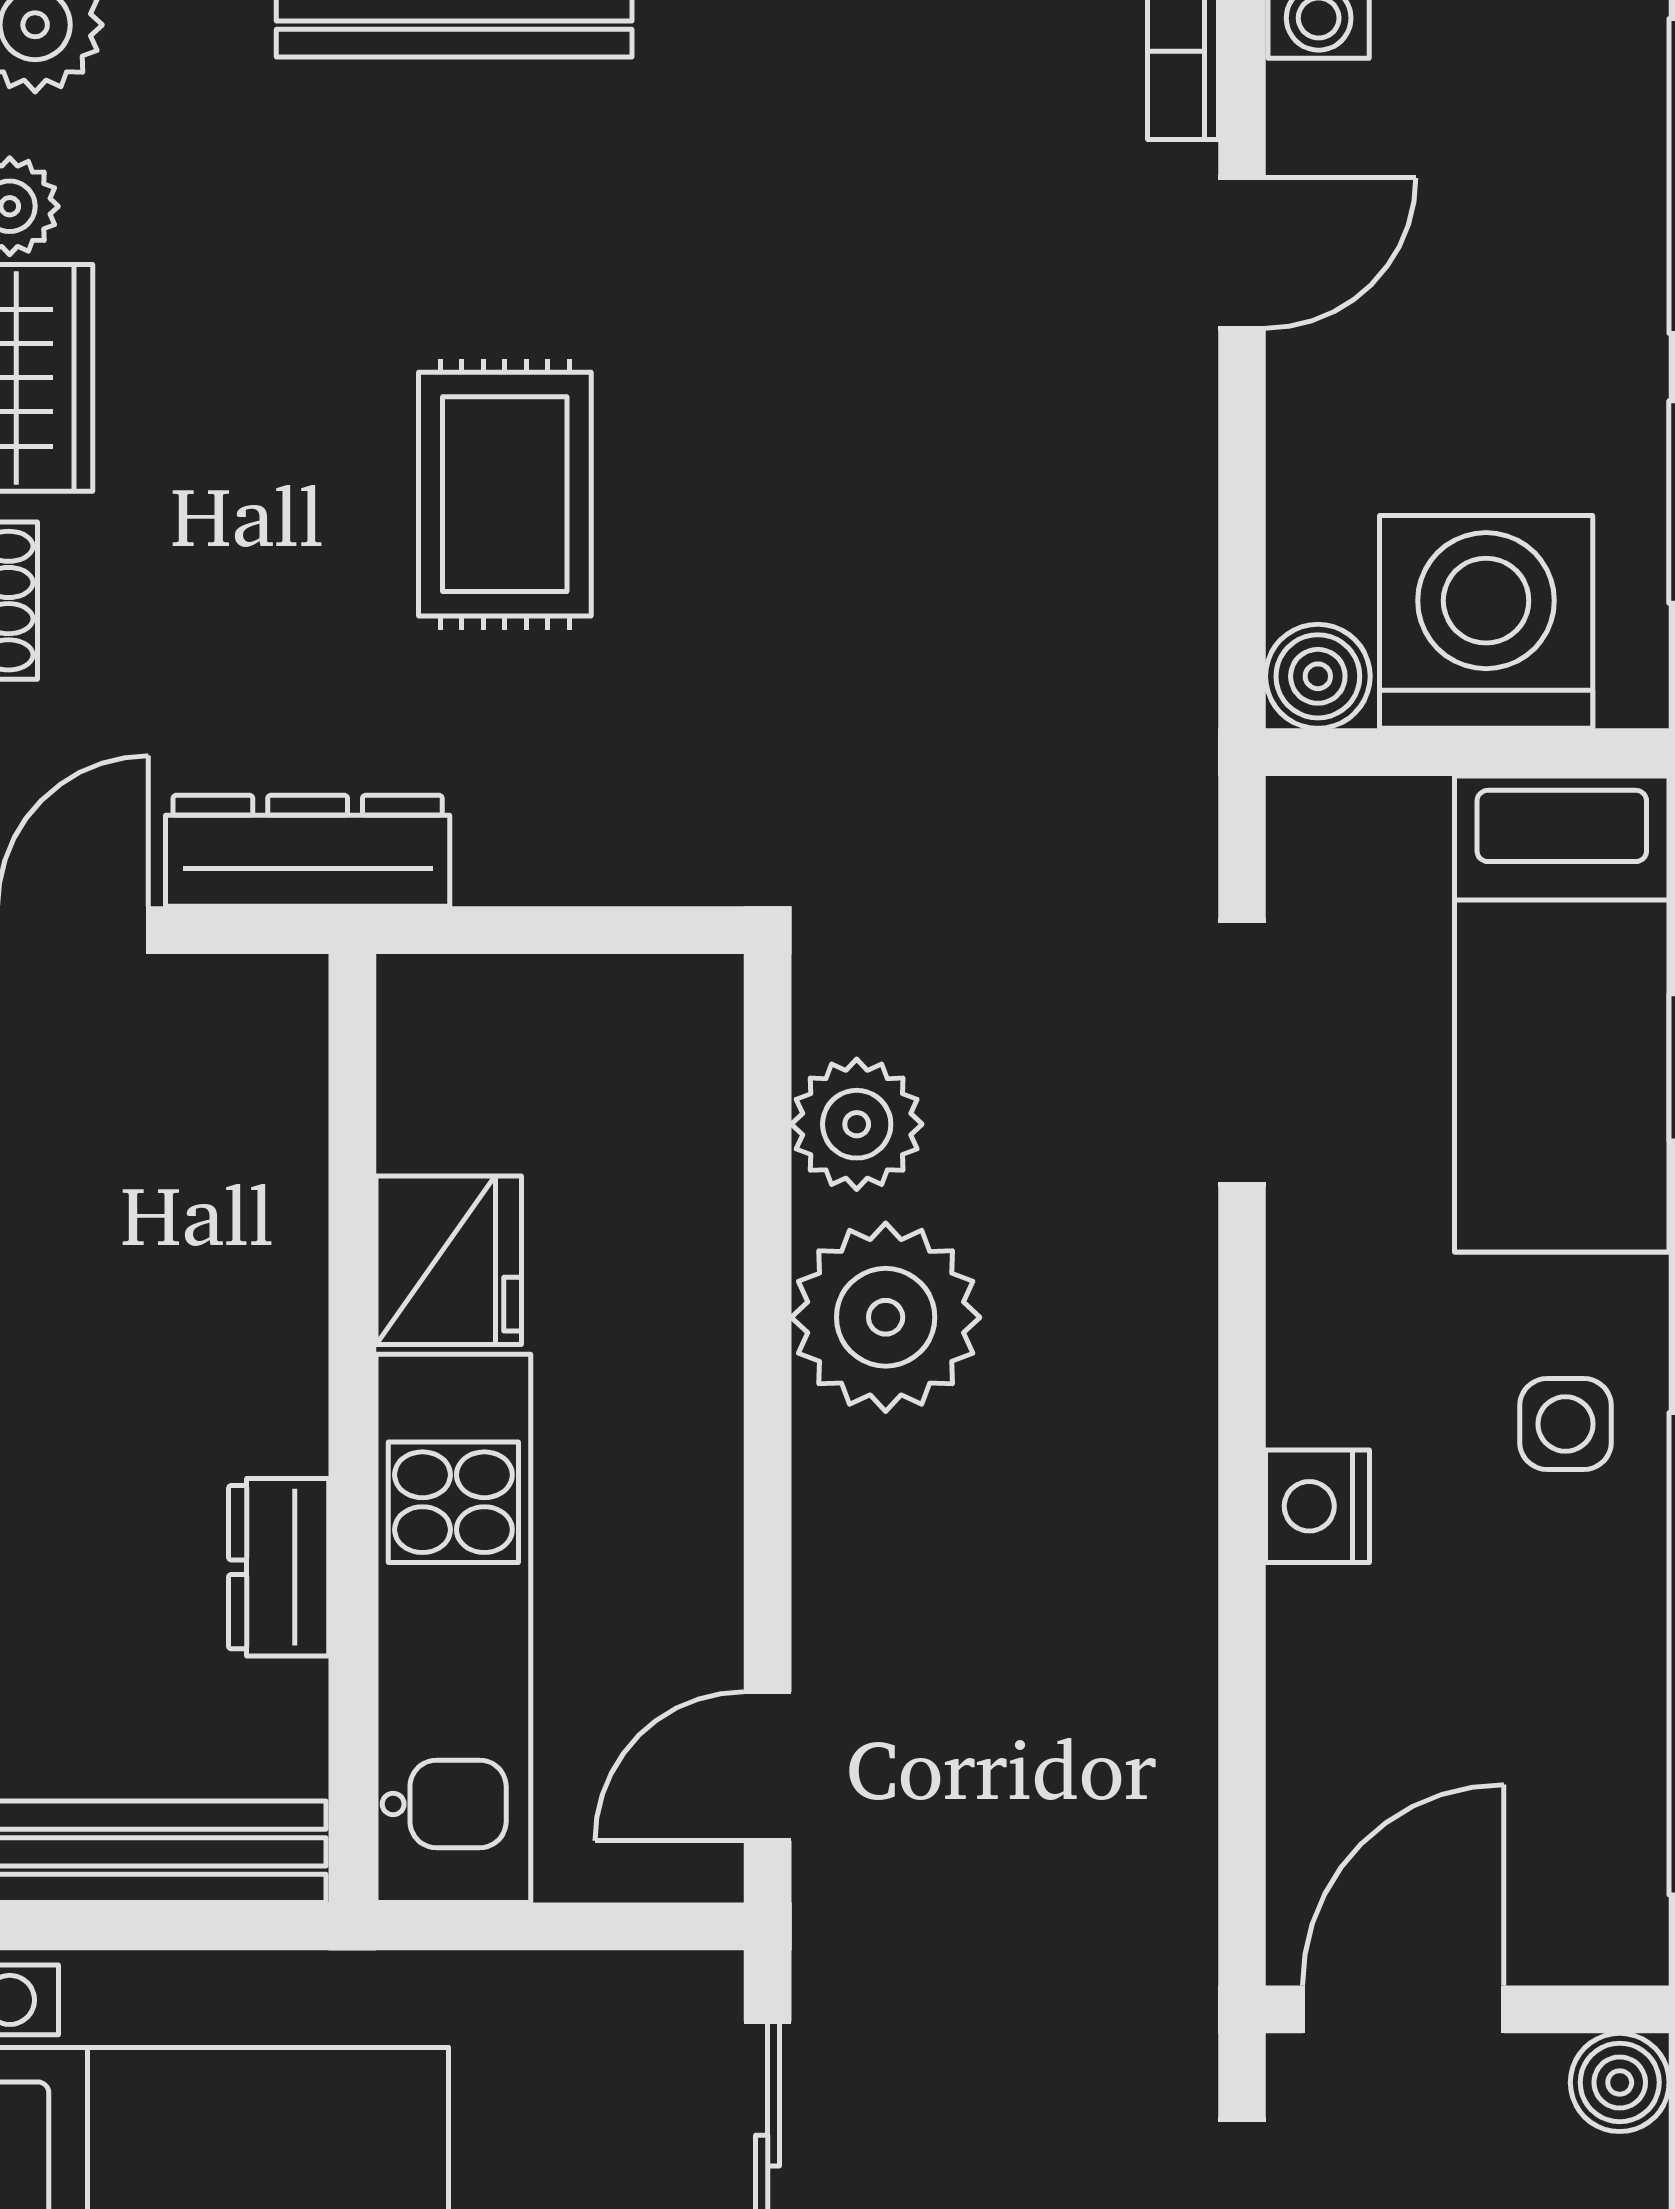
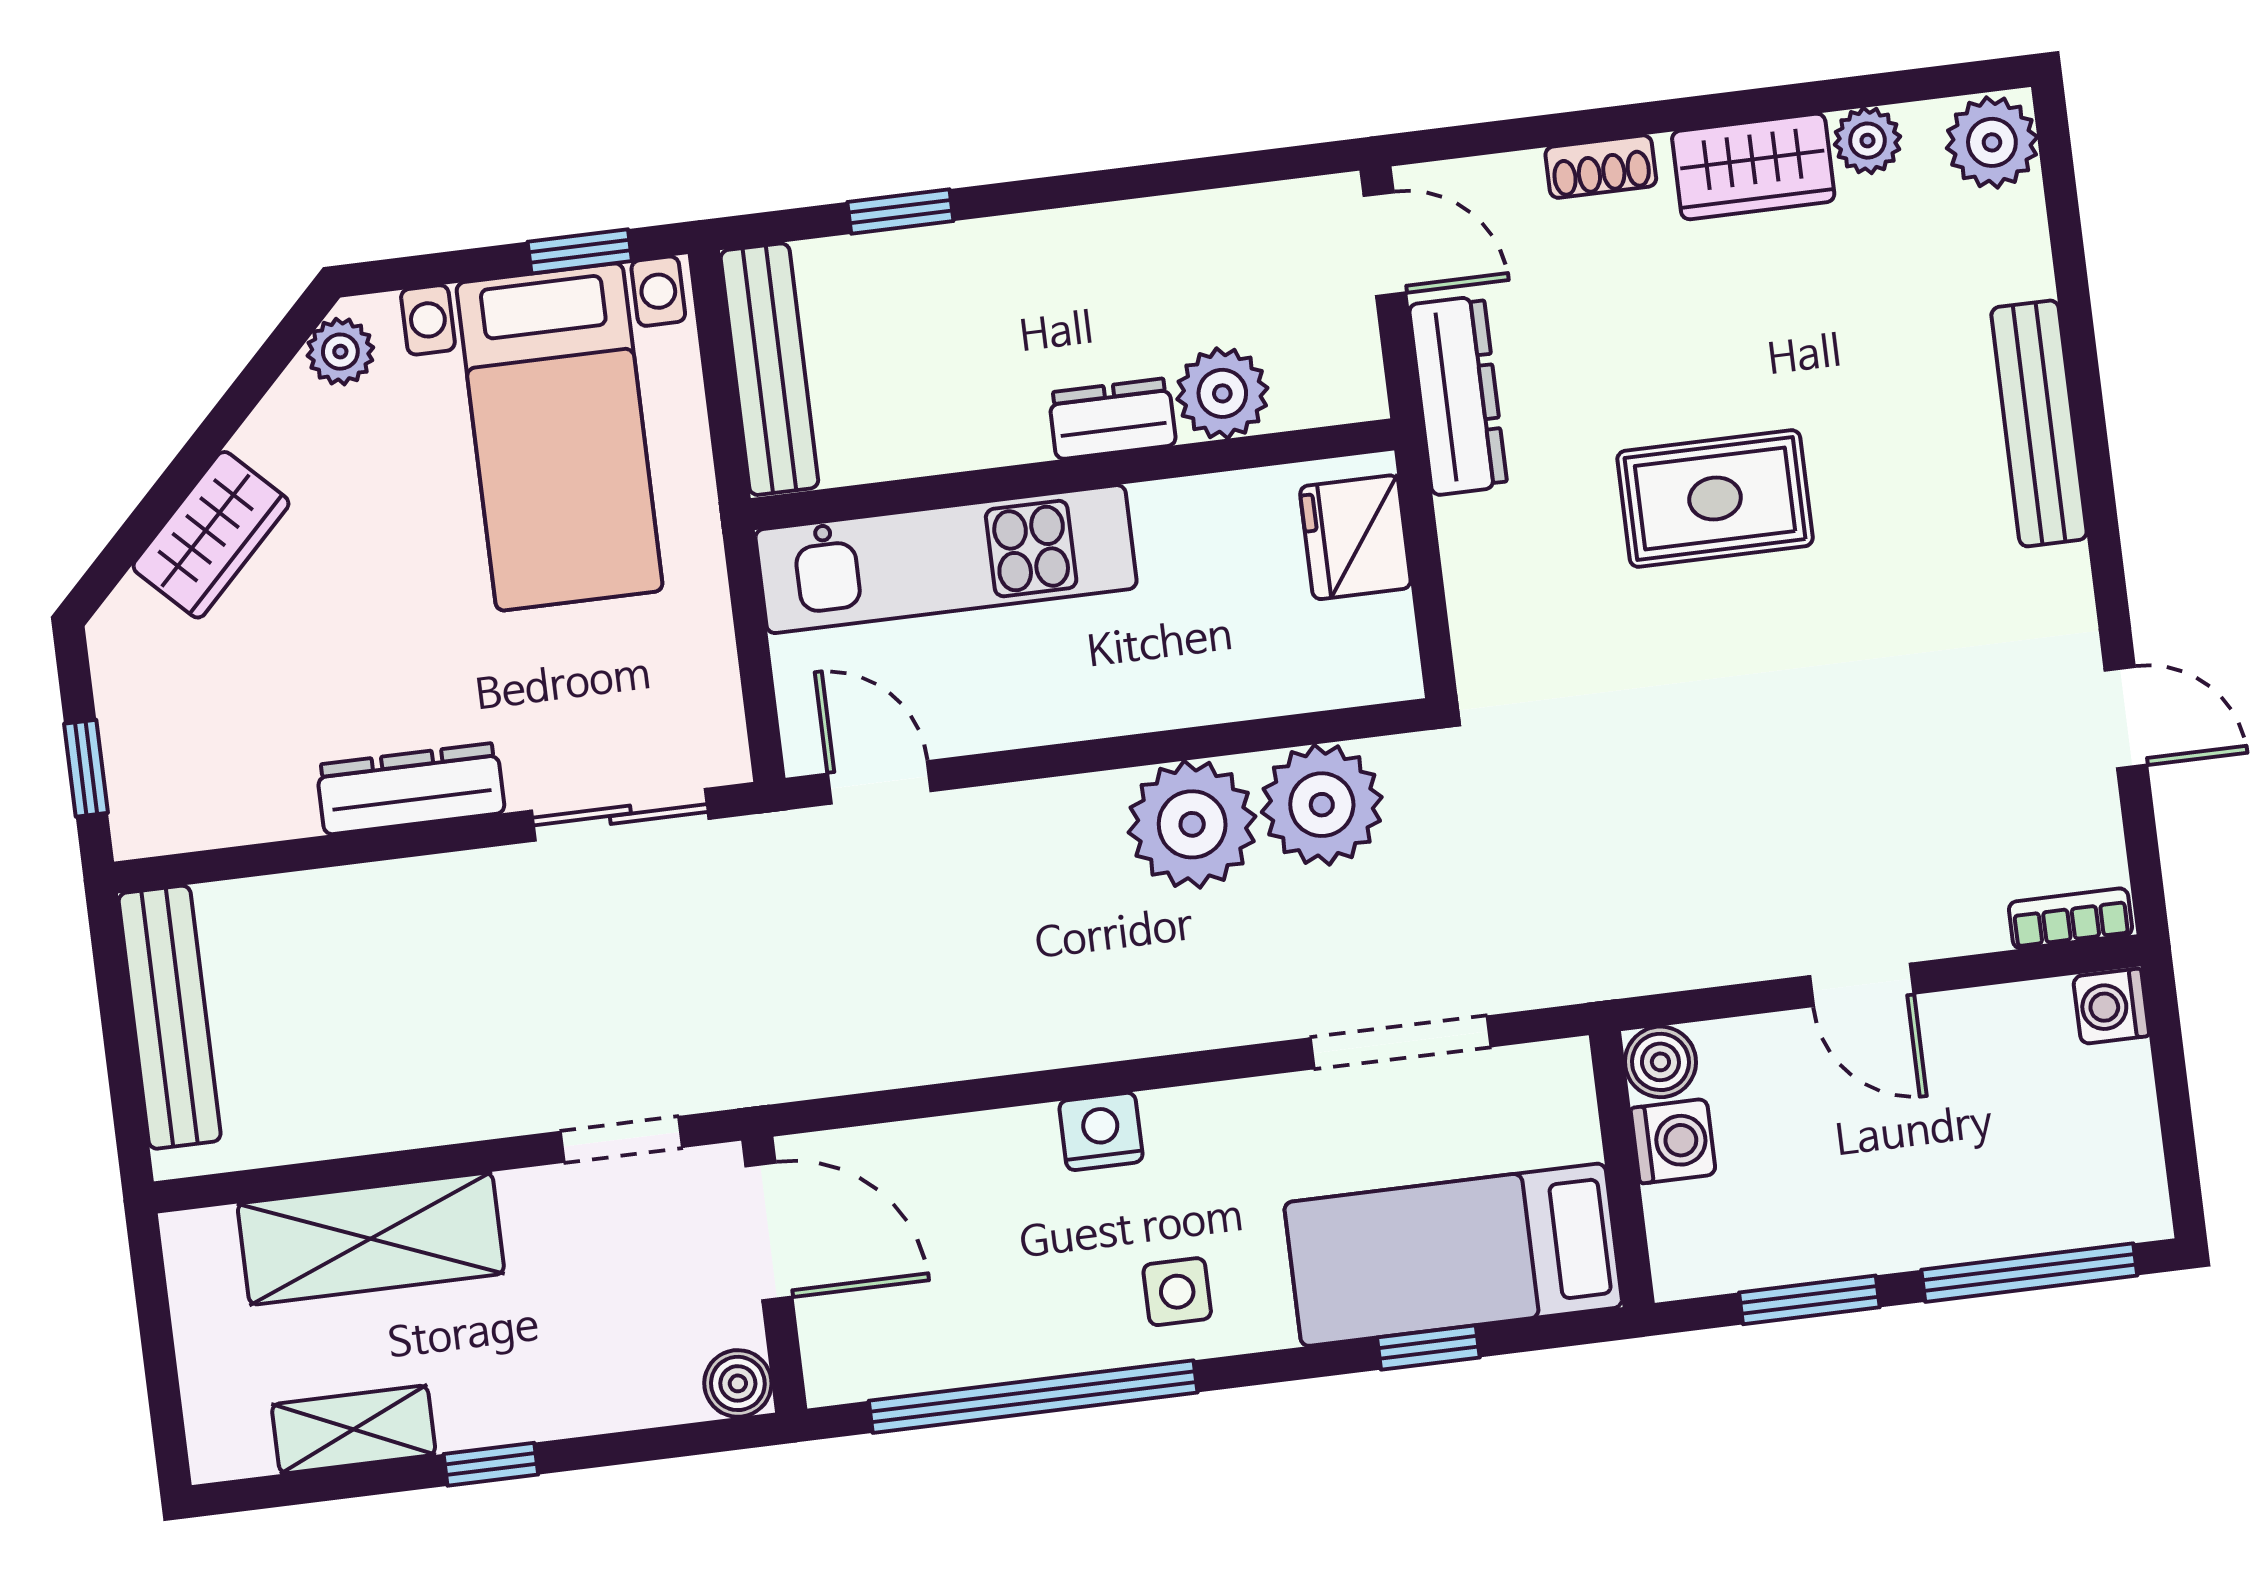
door: (1242, 253) -> (1862, 985), moved
washing machine: (1486, 622) -> (1673, 1141), width x0.53, depth x0.53
plant: (857, 1124) -> (1322, 805), width x1.36, depth x1.36
plant: (262, 1195) -> (1222, 393), added
fridge: (449, 1260) -> (1355, 537), moved, turned 90
dresser: (279, 1567) -> (1112, 419), moved

